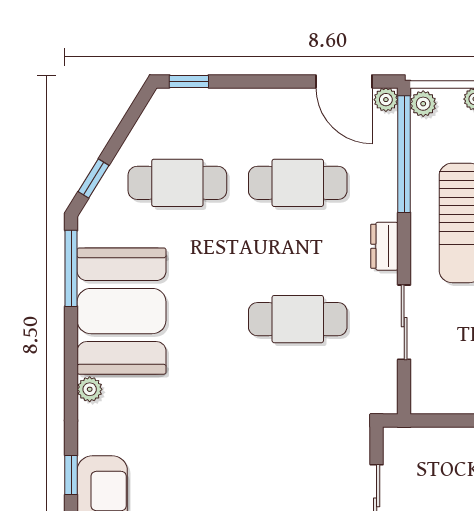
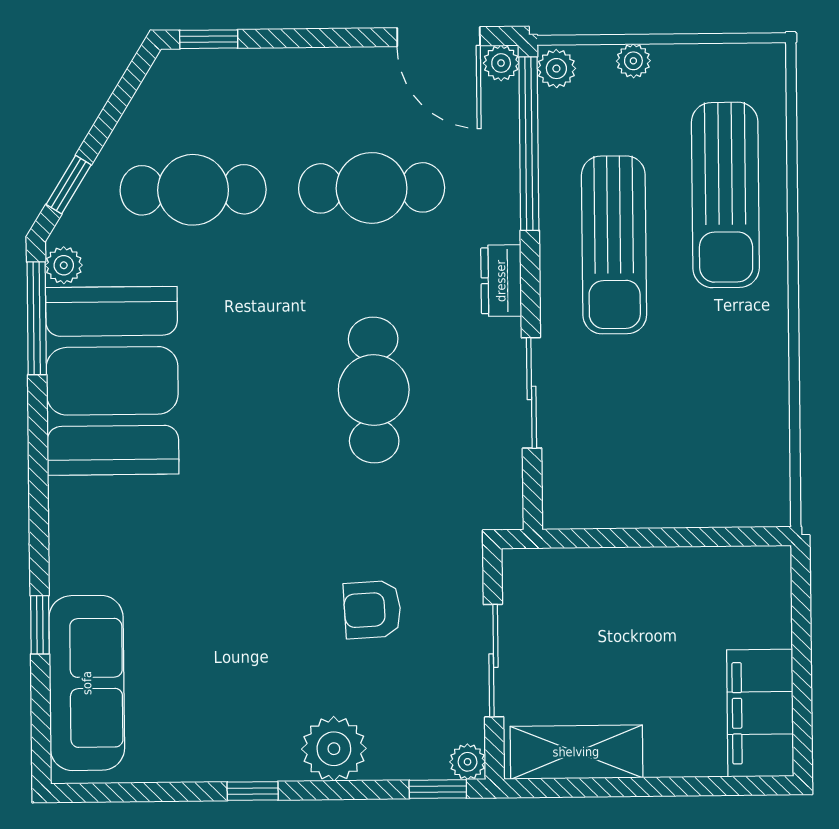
cafe table: (298, 319) -> (374, 390), turned 90
plant: (90, 389) -> (64, 265), moved
armchair: (295, 467) -> (372, 610), added

